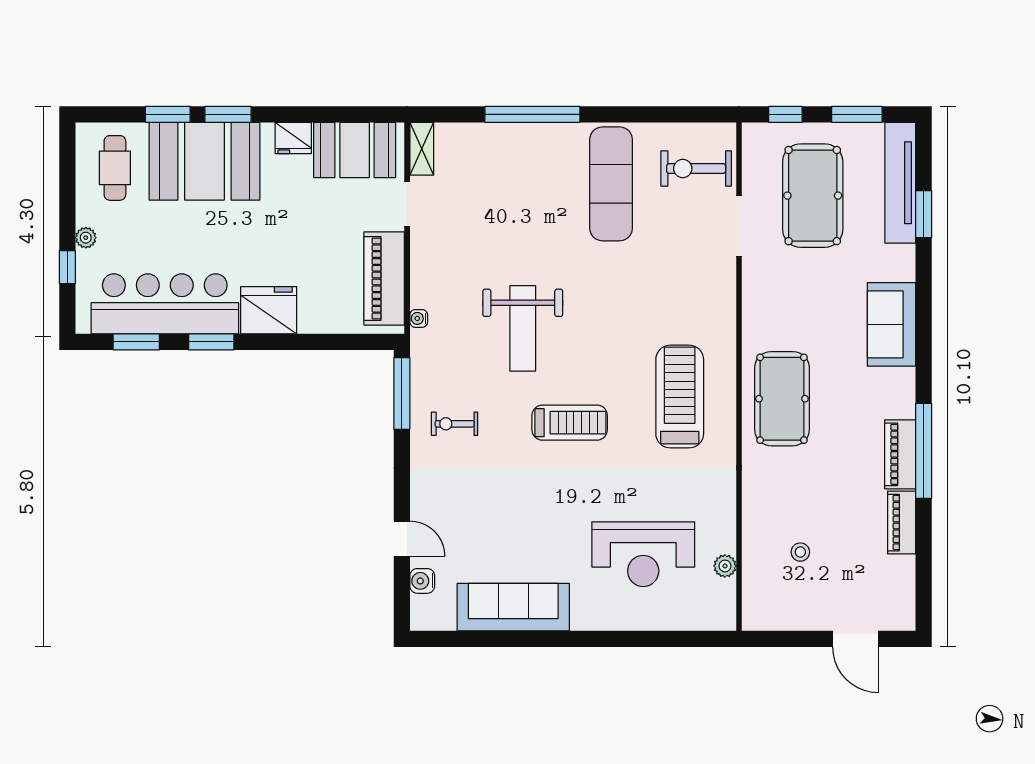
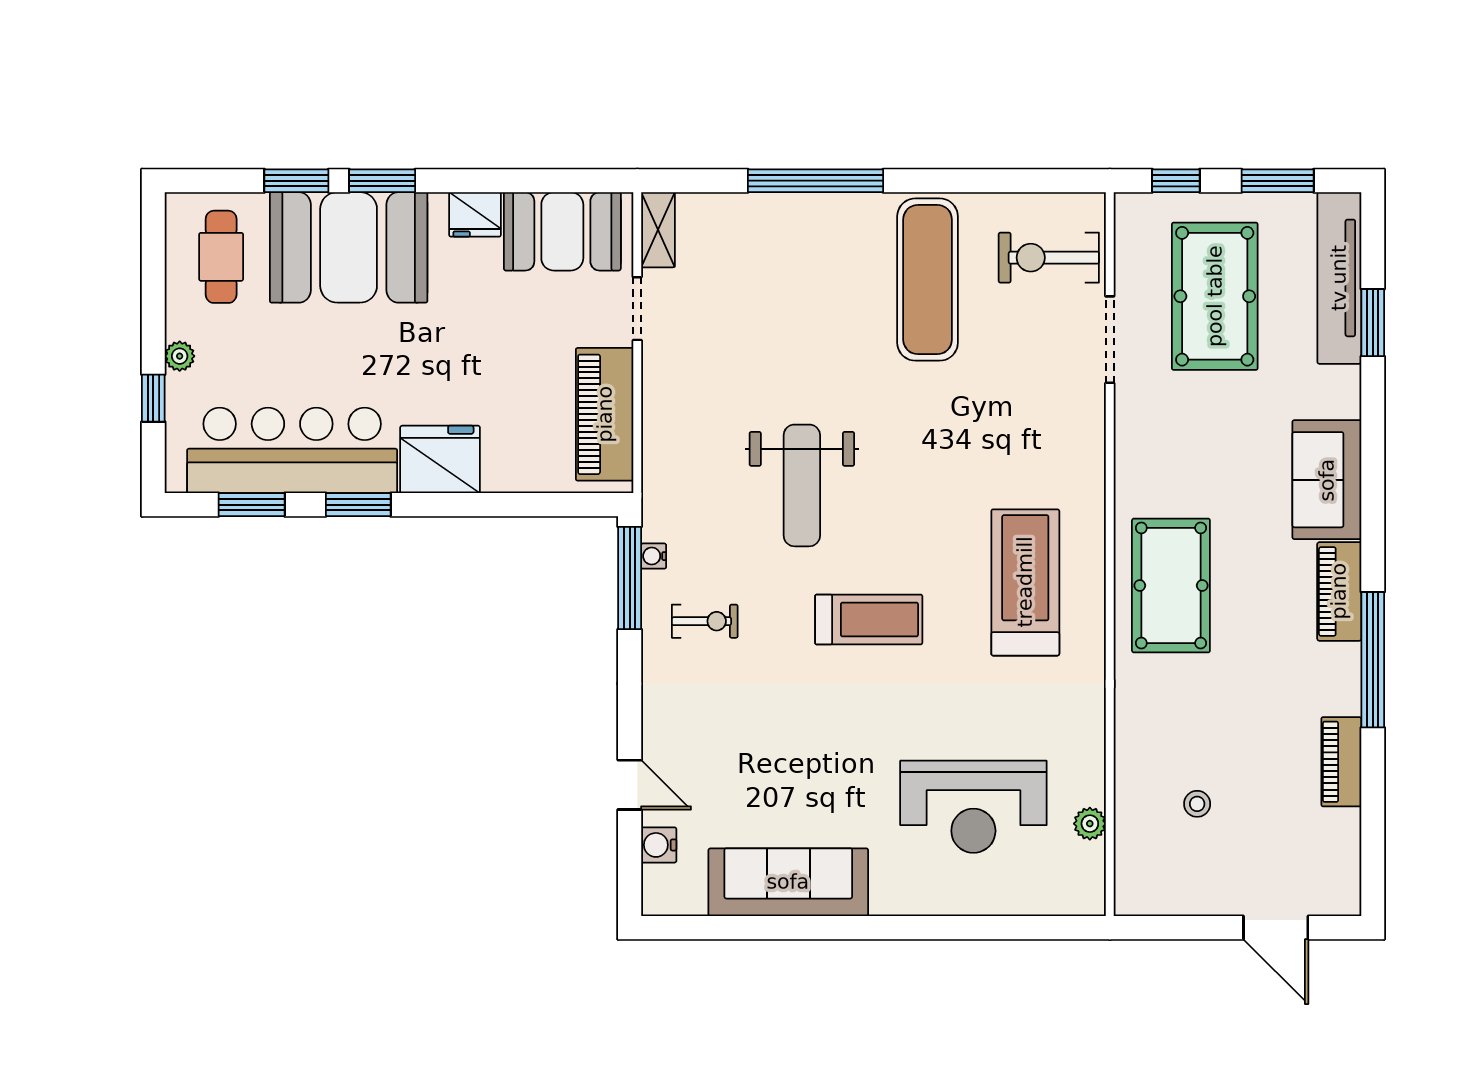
water cooler: (419, 318) -> (654, 556), moved
exercise bike: (455, 424) -> (705, 621), turned 180
piano: (900, 454) -> (1339, 591), moved

